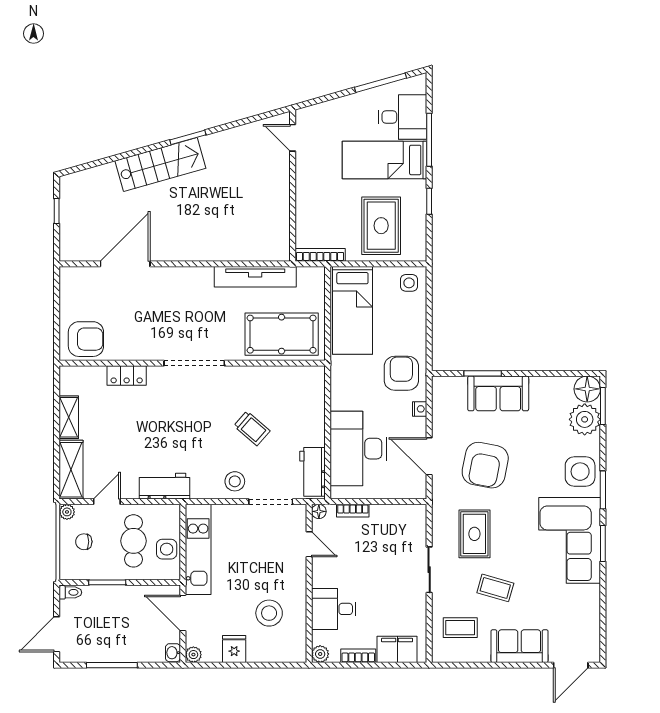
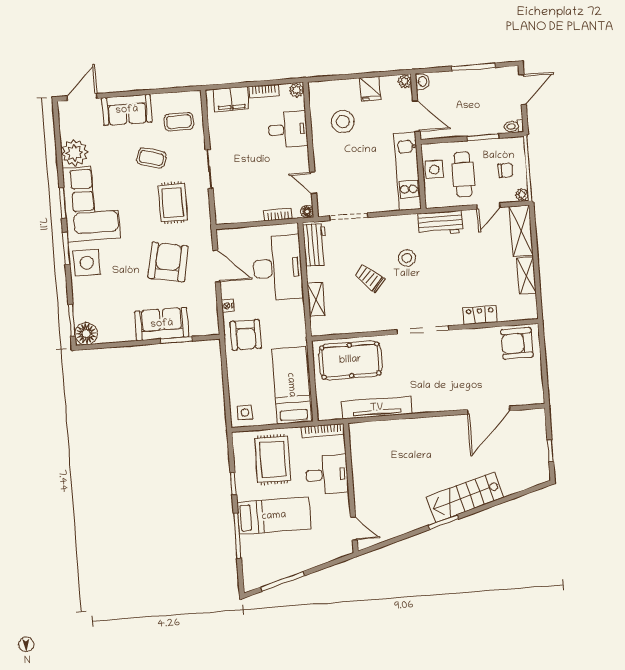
desk: (402, 117) -> (327, 475), moved, turned 180
shelving: (316, 408) -> (316, 299), added
plant: (585, 419) -> (74, 153), moved
stool: (235, 481) -> (407, 258), moved

